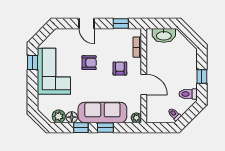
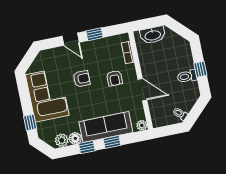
window: (121, 24) -> (95, 34), moved
window: (33, 63) -> (30, 122), moved
armchair: (120, 68) -> (114, 78), turned 180
toilet: (188, 94) -> (187, 76), moved

